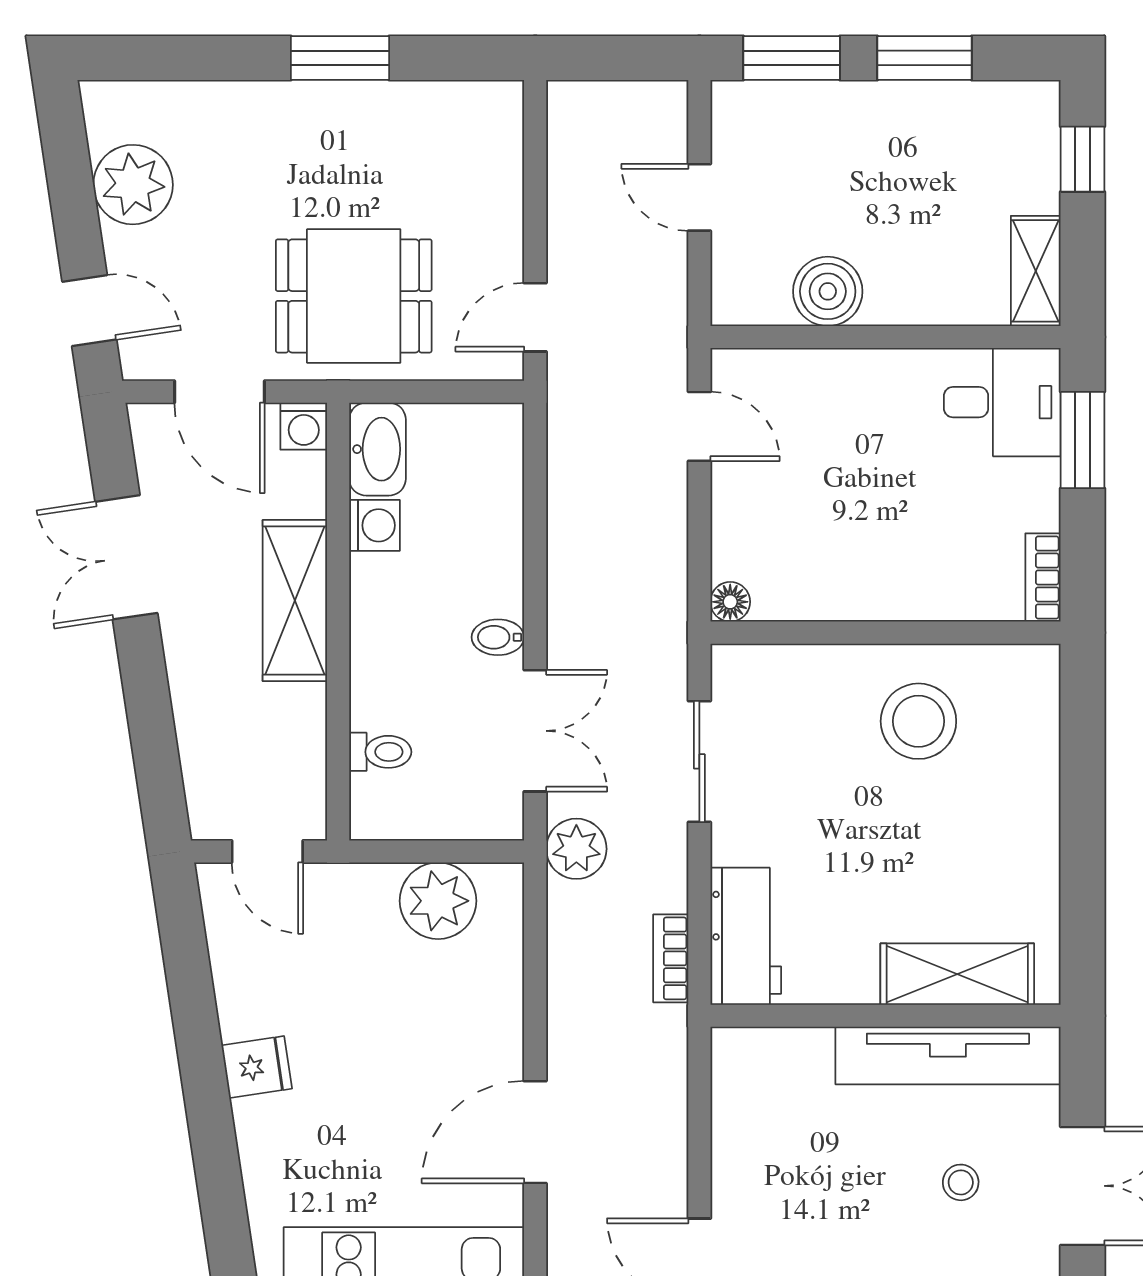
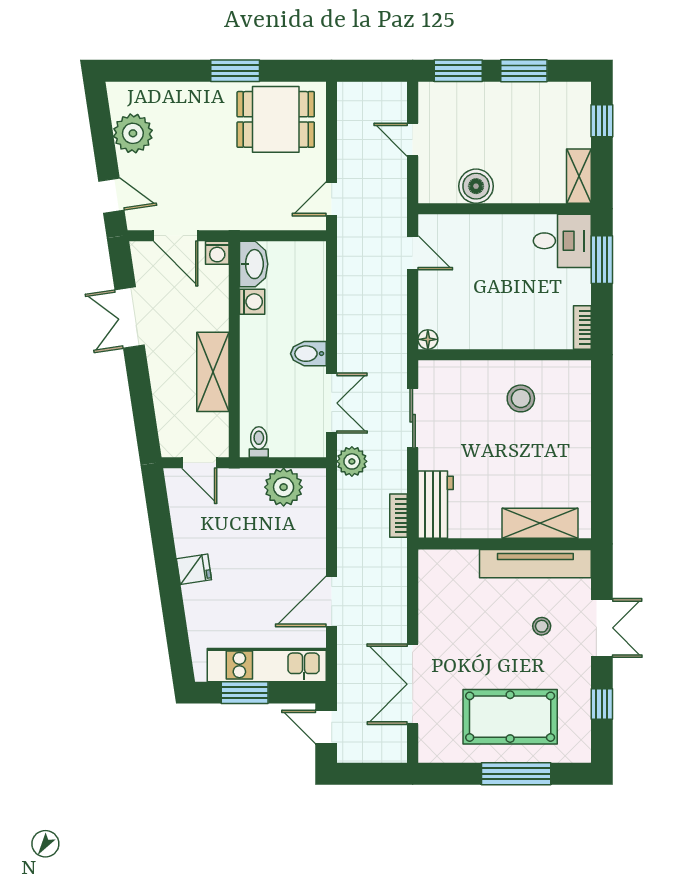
dining table: (354, 296) -> (276, 119), moved
shelving: (295, 601) -> (213, 372), moved
bidet: (498, 637) -> (308, 354), width x1.38, depth x1.36
stool: (918, 721) -> (521, 398), width x0.73, depth x0.73
toilet: (380, 752) -> (259, 442), moved, turned -90

